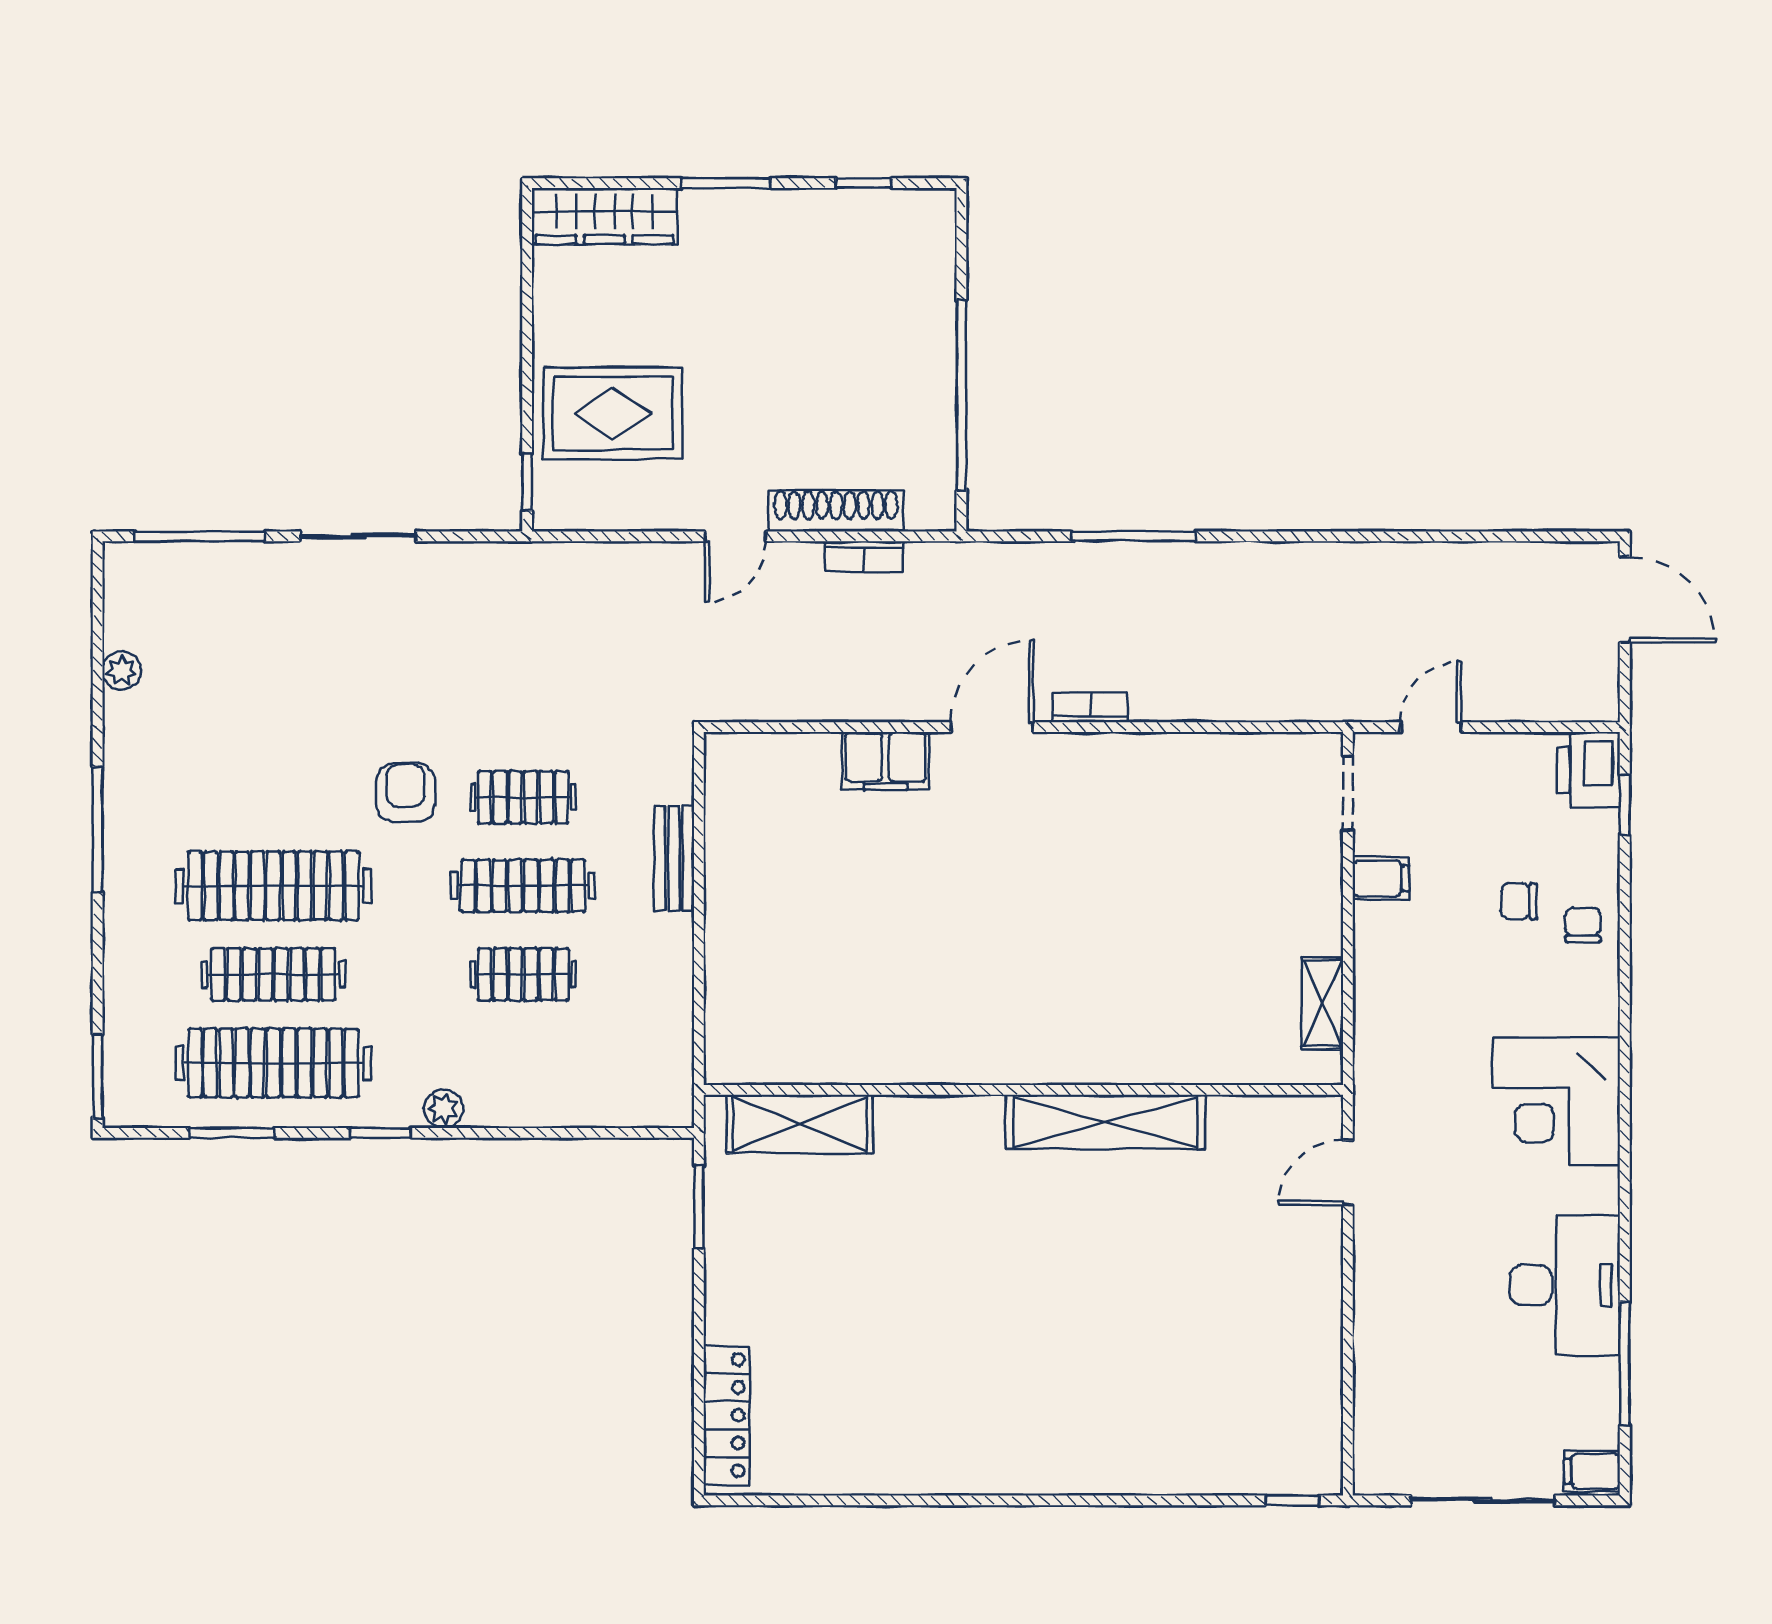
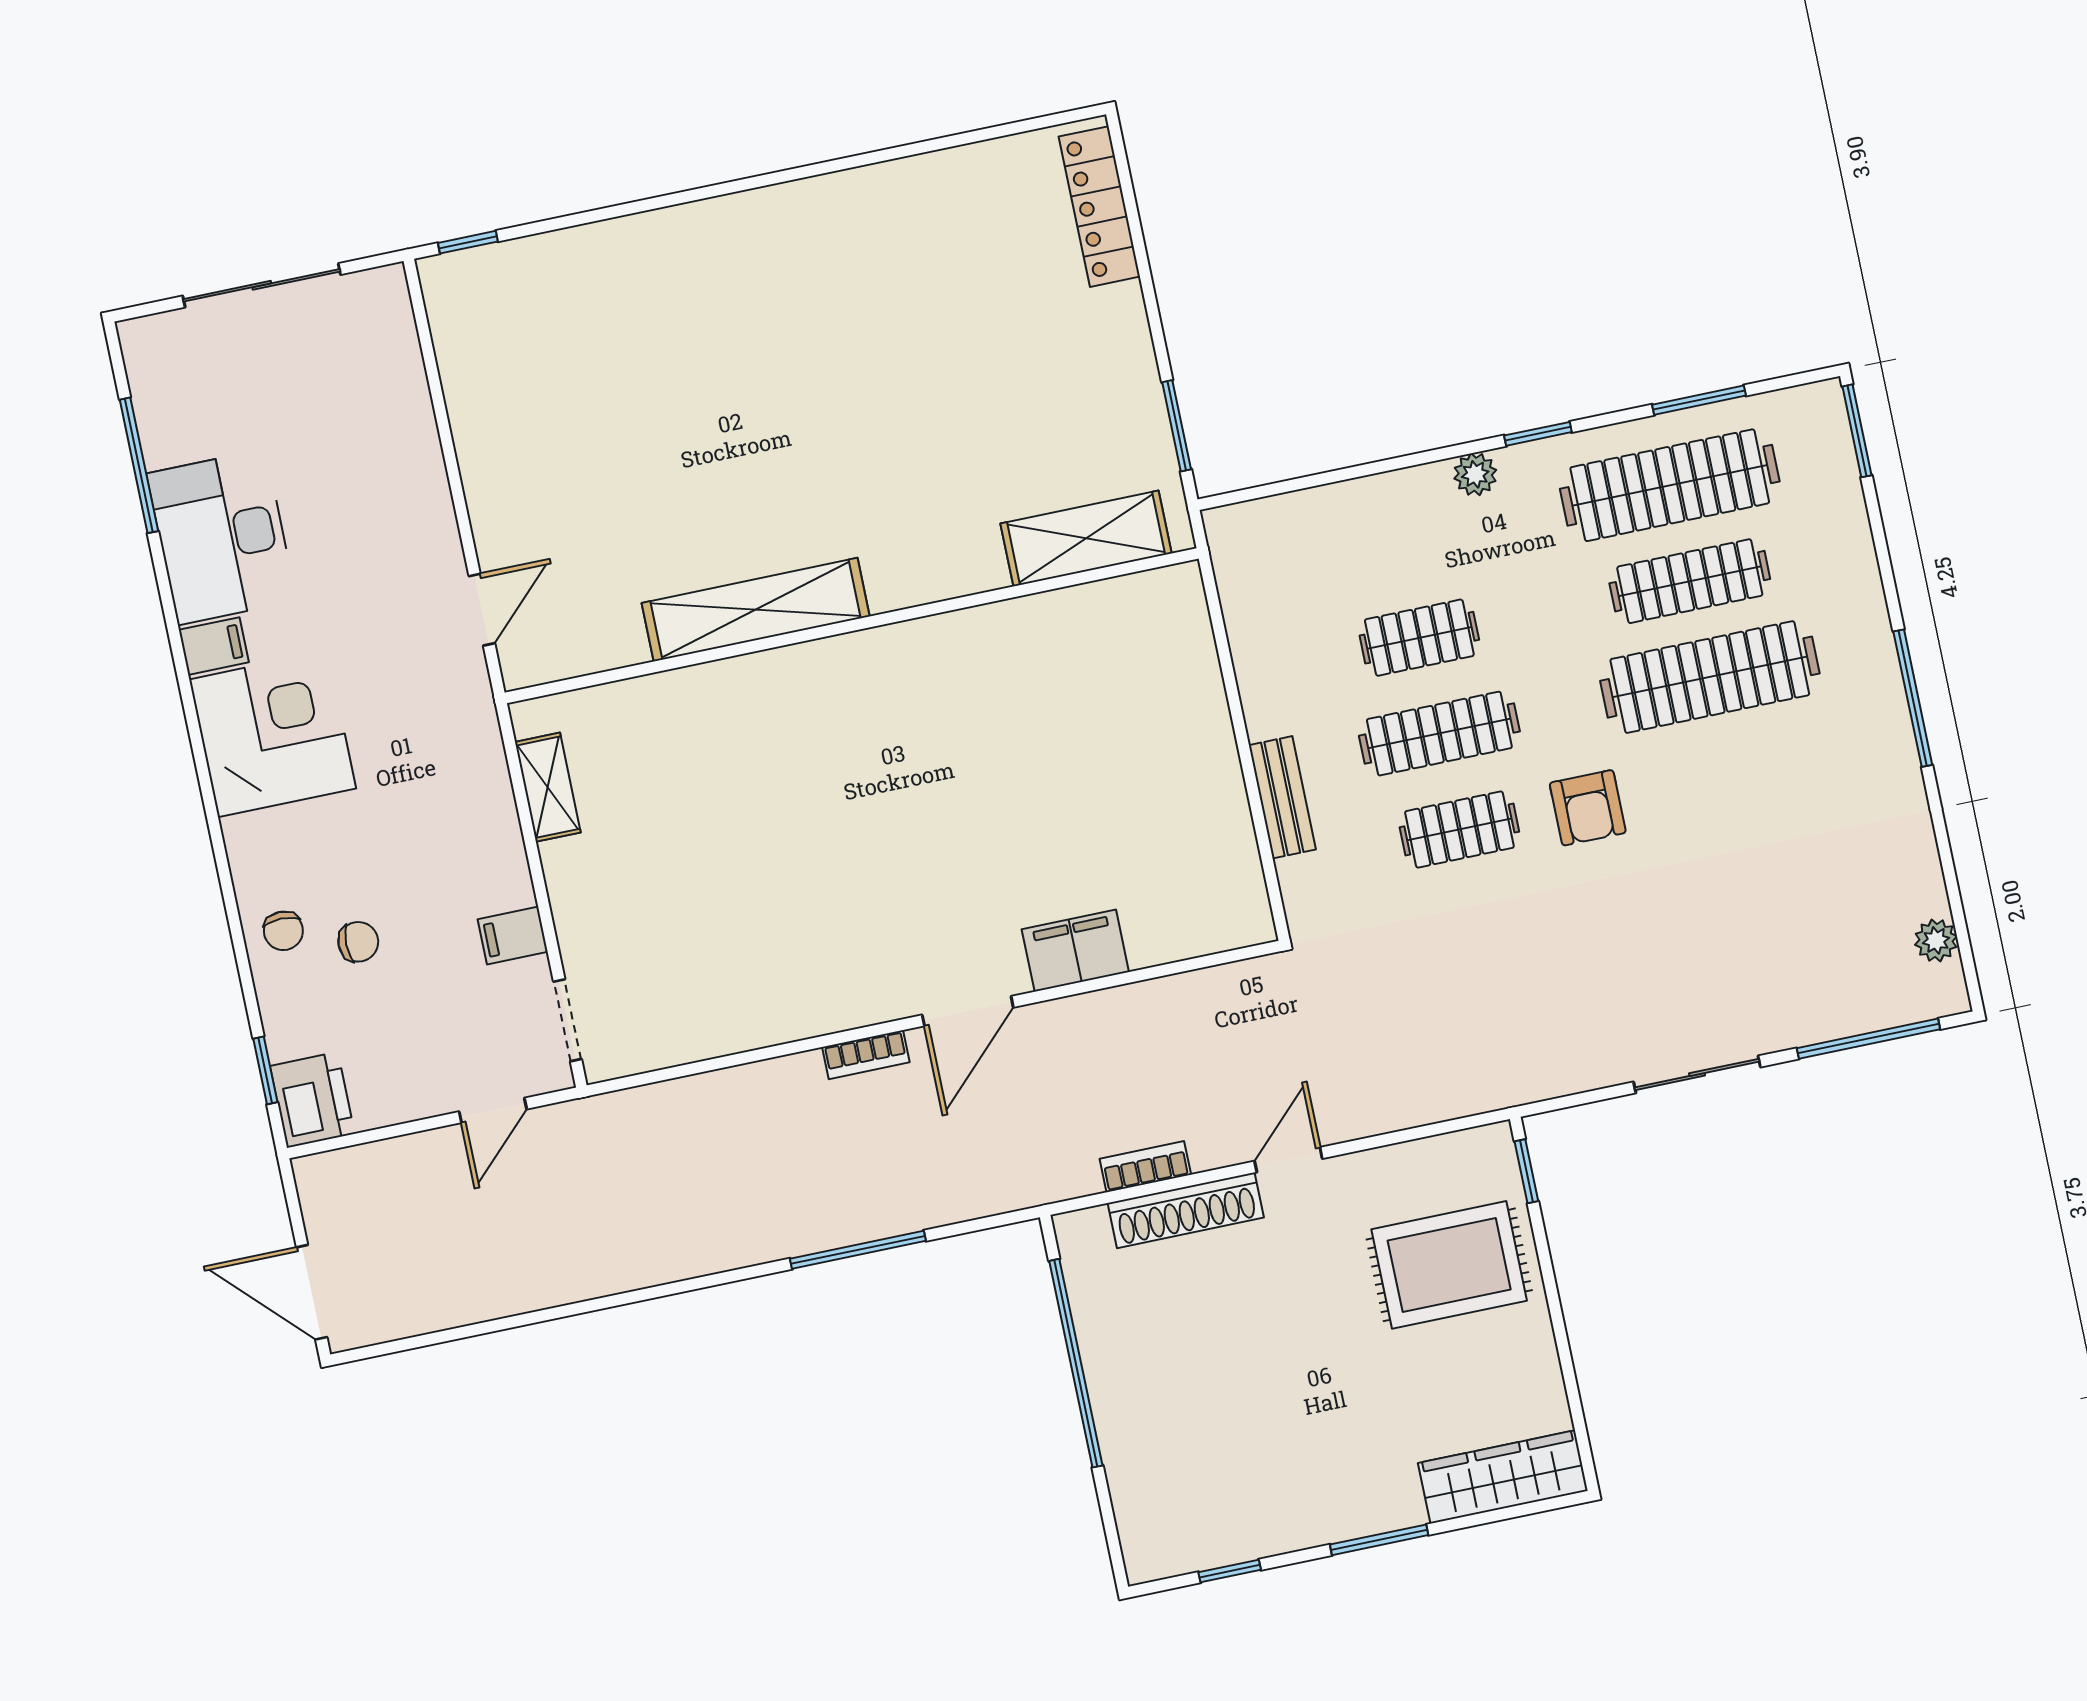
plant: (122, 671) -> (1936, 940), moved
filing cabinet: (1592, 1471) -> (214, 646), moved

